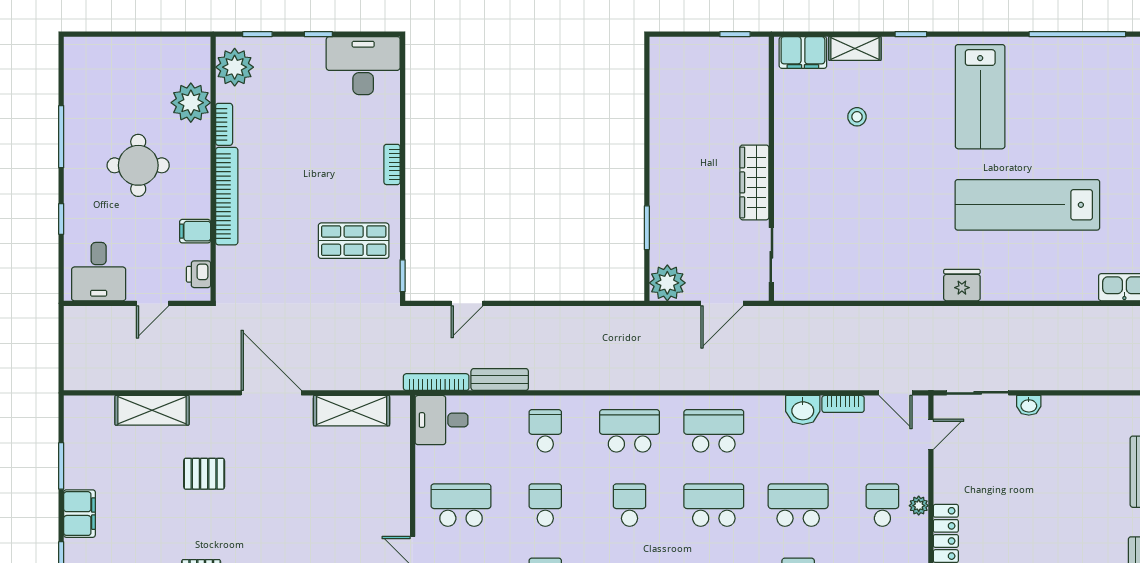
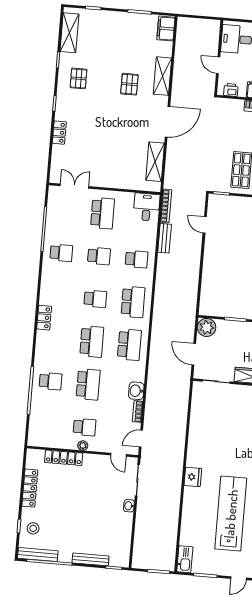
shelving: (152, 410) -> (162, 76), moved
filing cabinet: (80, 514) -> (166, 29), moved, turned 90

